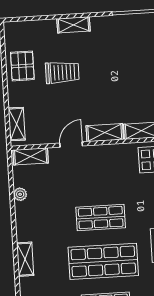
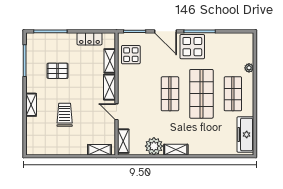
pallet: (22, 66) -> (58, 71), moved
plant: (20, 194) -> (154, 146), width x1.87, depth x1.87
shelving: (25, 259) -> (176, 150), moved

